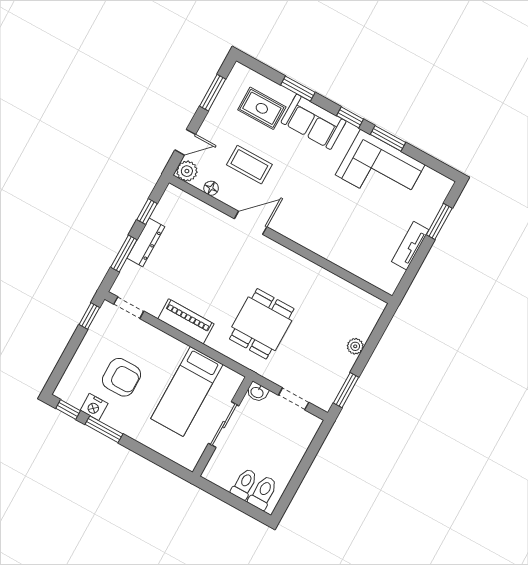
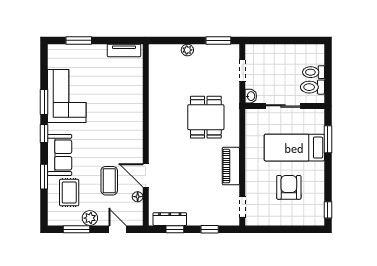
plant: (187, 171) -> (90, 218), moved
door: (251, 223) -> (146, 175), moved
dresser: (146, 242) -> (170, 219), moved
tv unit: (410, 246) -> (124, 50), moved
window: (124, 254) -> (210, 229), width x0.67
window: (89, 316) -> (261, 229), removed
dining table: (262, 324) -> (206, 117), turned 90
bed: (187, 391) -> (294, 148), moved, turned 180
nightstand: (94, 407) -> (317, 194), removed
window: (104, 429) -> (328, 139), moved
toilet: (263, 493) -> (312, 87), moved

